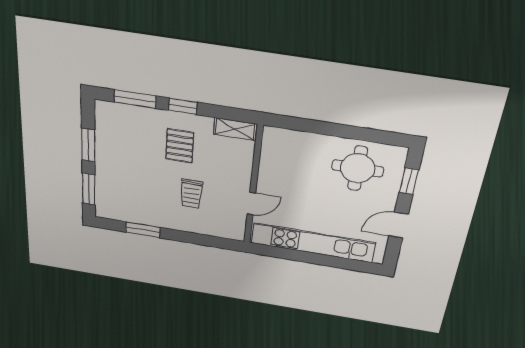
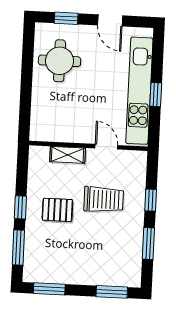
shelving: (235, 129) -> (68, 155), moved, turned 90
window: (88, 145) -> (49, 289), moved
trolley: (191, 194) -> (104, 199), width x1.36, depth x1.39
window: (190, 238) -> (151, 200), added
window: (307, 257) -> (156, 95), added

